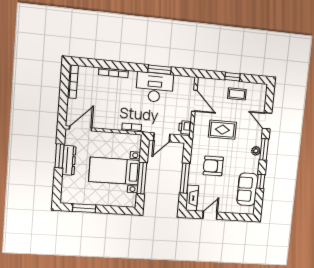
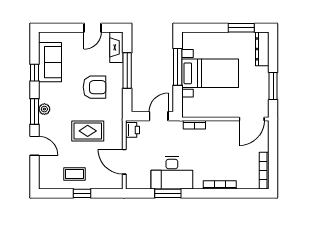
dresser: (69, 160) -> (262, 49), moved

